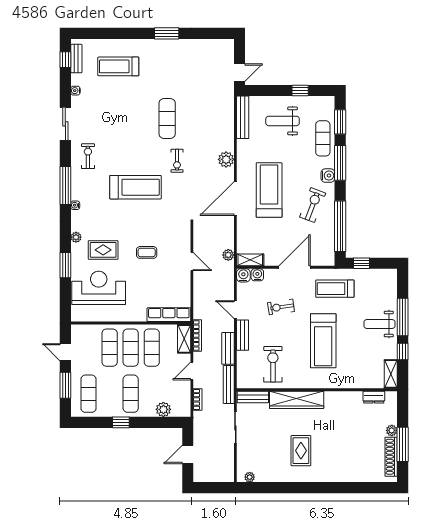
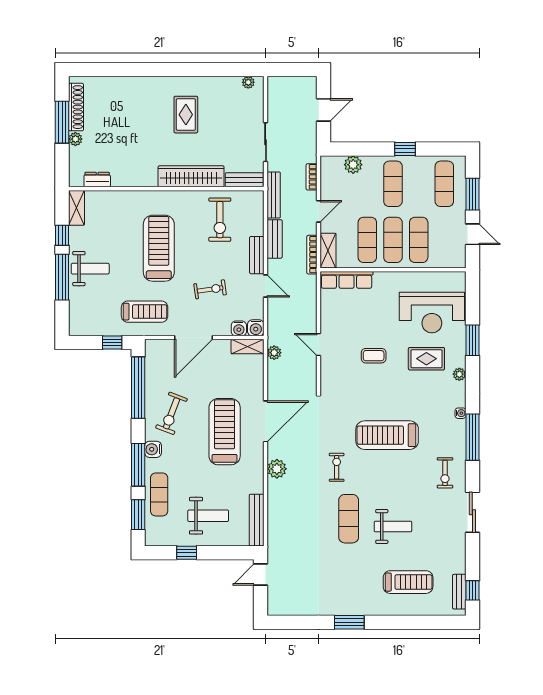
water cooler: (75, 91) -> (460, 553), removed
weight bench: (131, 112) -> (393, 526), added
treadmill: (269, 190) -> (225, 432), turned 180

